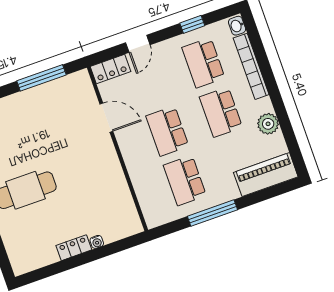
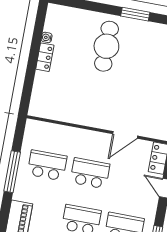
water cooler: (97, 242) -> (47, 37), moved

